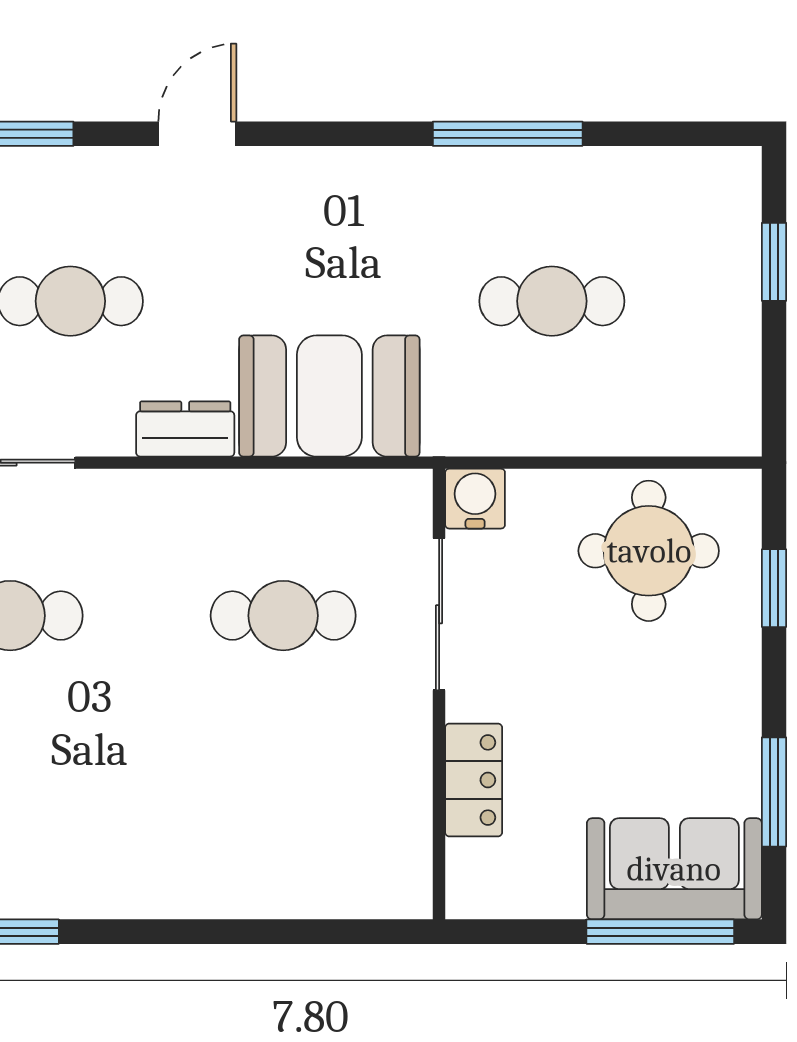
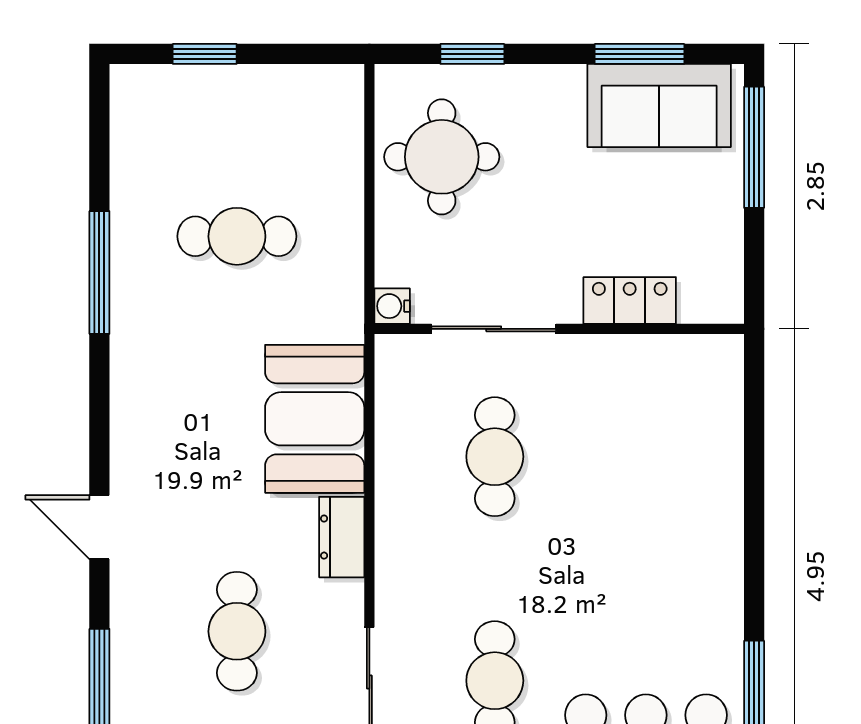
cafe table: (552, 301) -> (237, 236), turned 90
water cooler: (475, 499) -> (392, 306), width x0.72, depth x0.72
sofa: (674, 869) -> (659, 105), moved, turned -90

